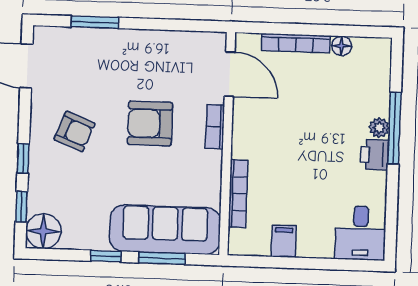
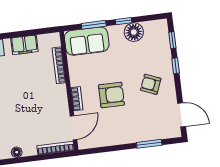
bookcase: (296, 43) -> (56, 148), moved
door: (230, 74) -> (74, 128), swing flipped
sofa: (165, 230) -> (87, 41), width x0.73
floor lamp: (43, 231) -> (134, 32), moved
filing cabinet: (284, 241) -> (24, 45), width x2.00

